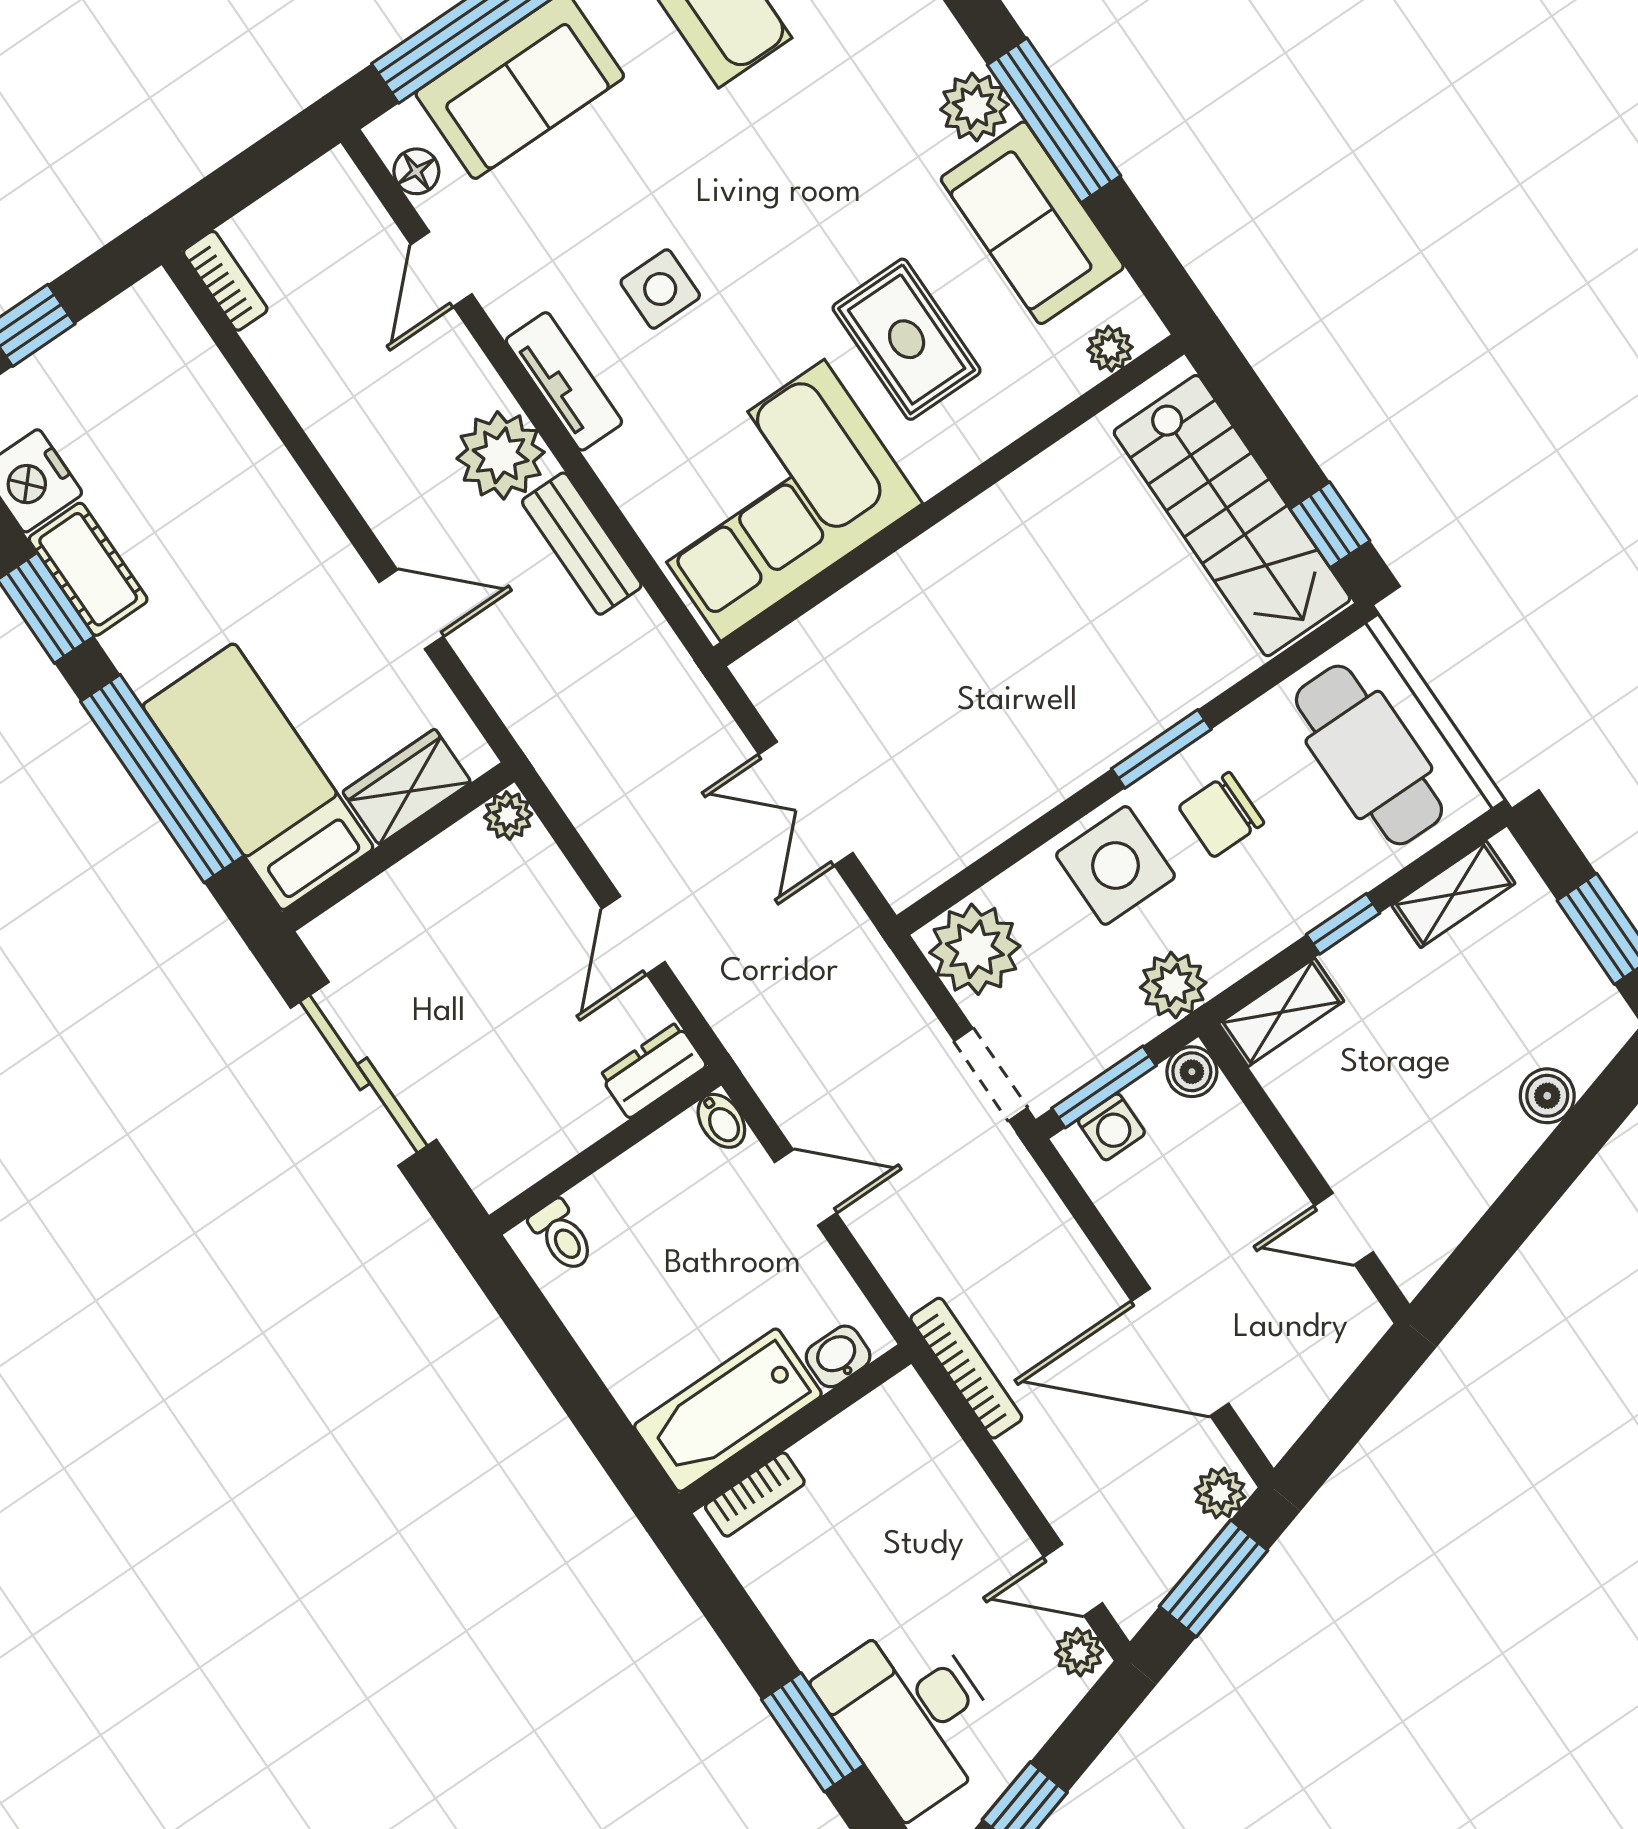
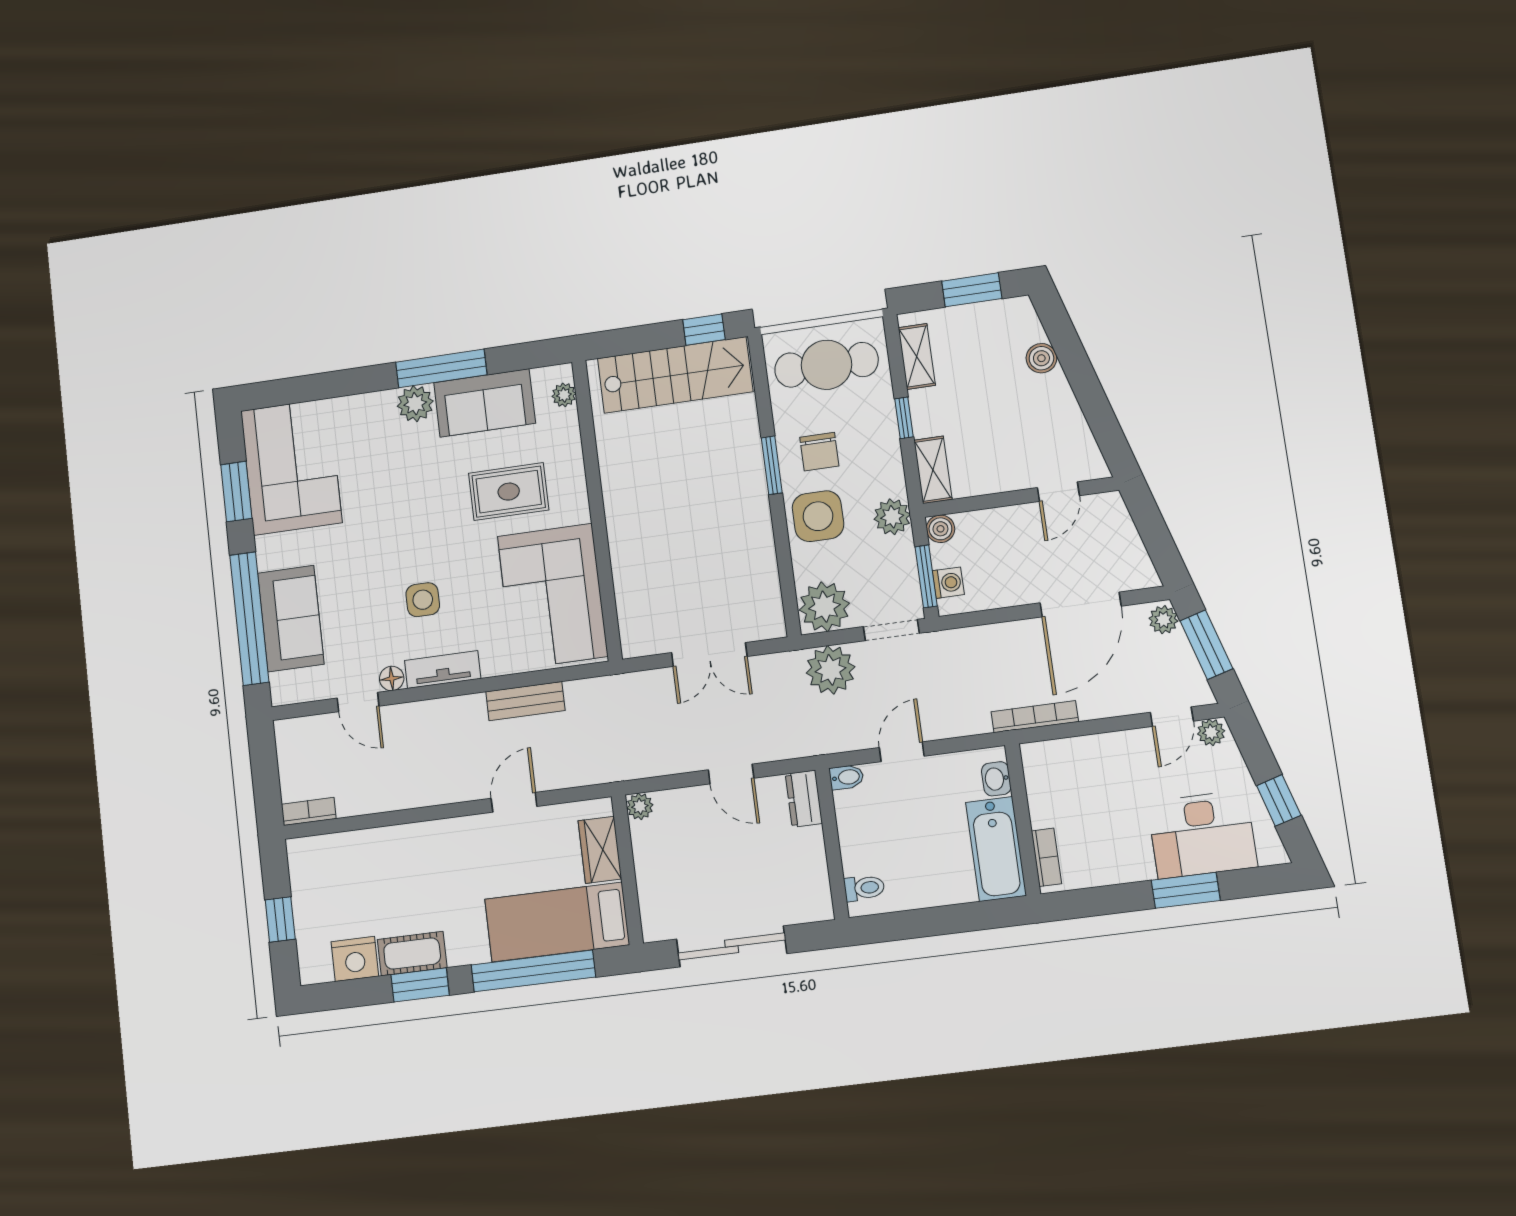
floor lamp: (416, 171) -> (392, 678), moved
plant: (501, 455) -> (831, 670), moved

